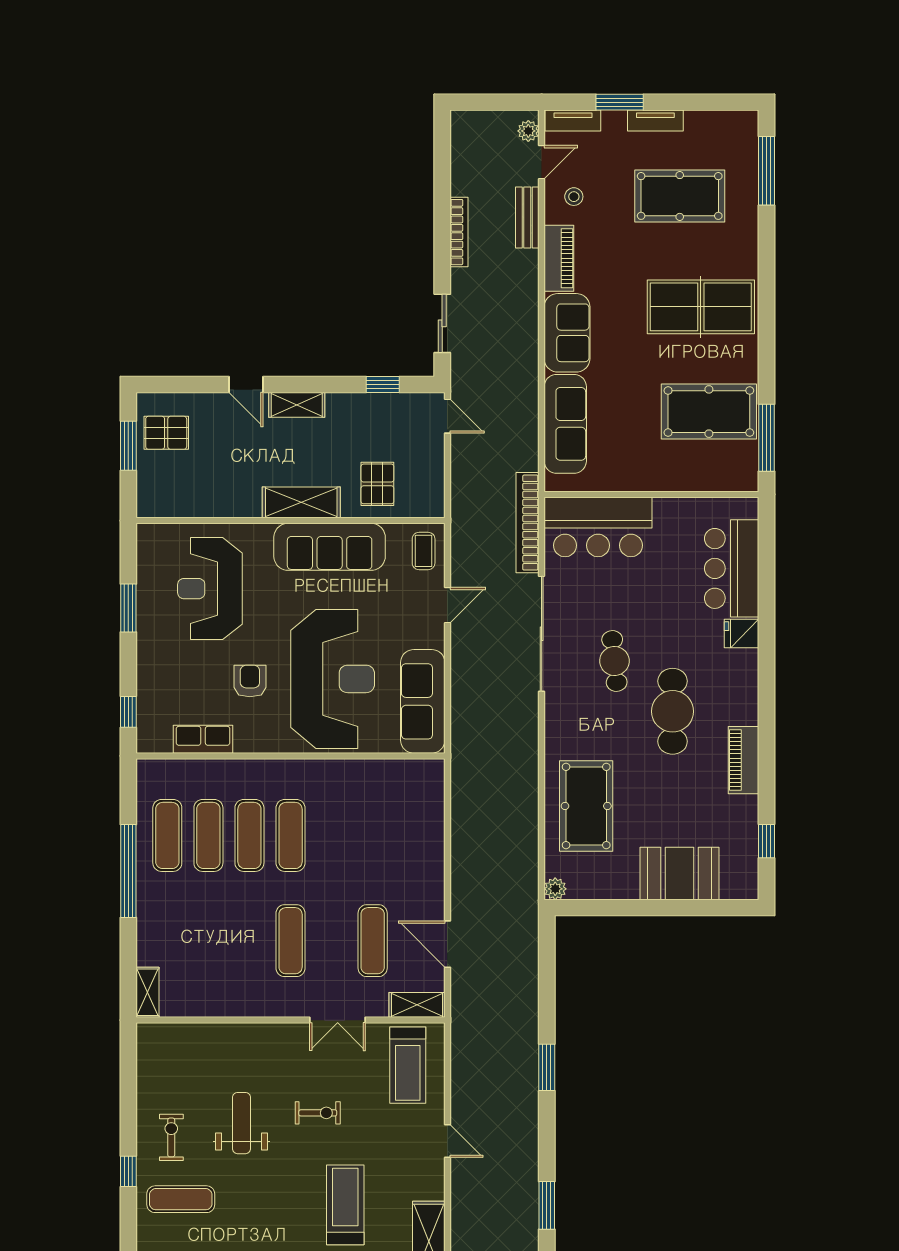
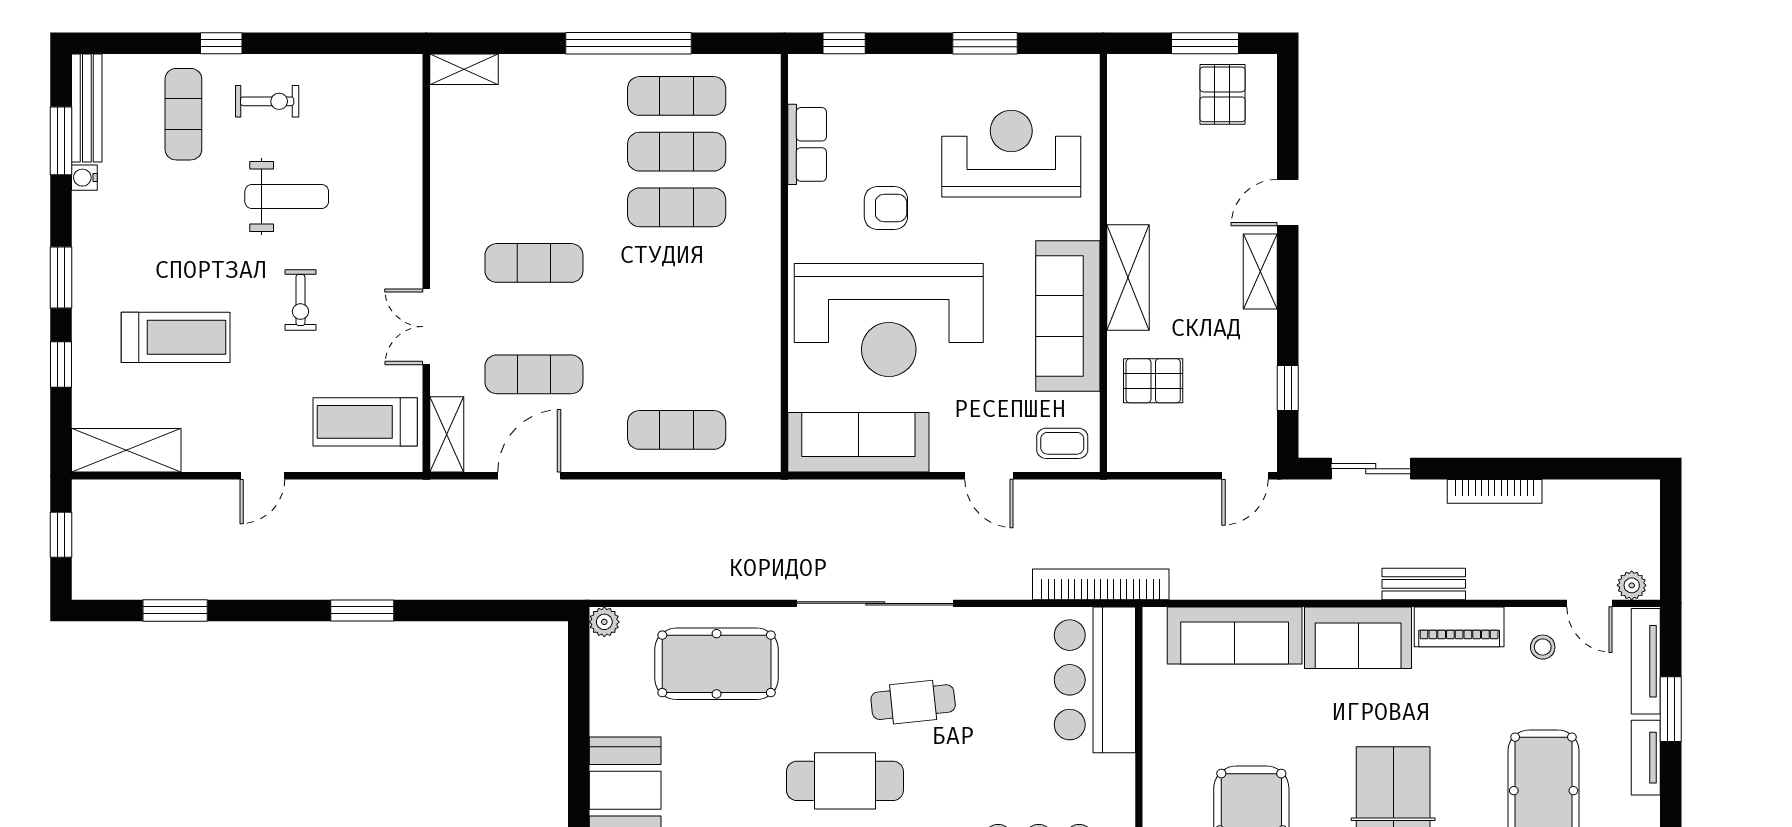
tv unit: (573, 121) -> (1646, 661), width x1.41
bench: (527, 217) -> (1424, 584), moved
sliding door: (542, 634) -> (875, 603), moved
exercise mat: (291, 835) -> (677, 430), moved

